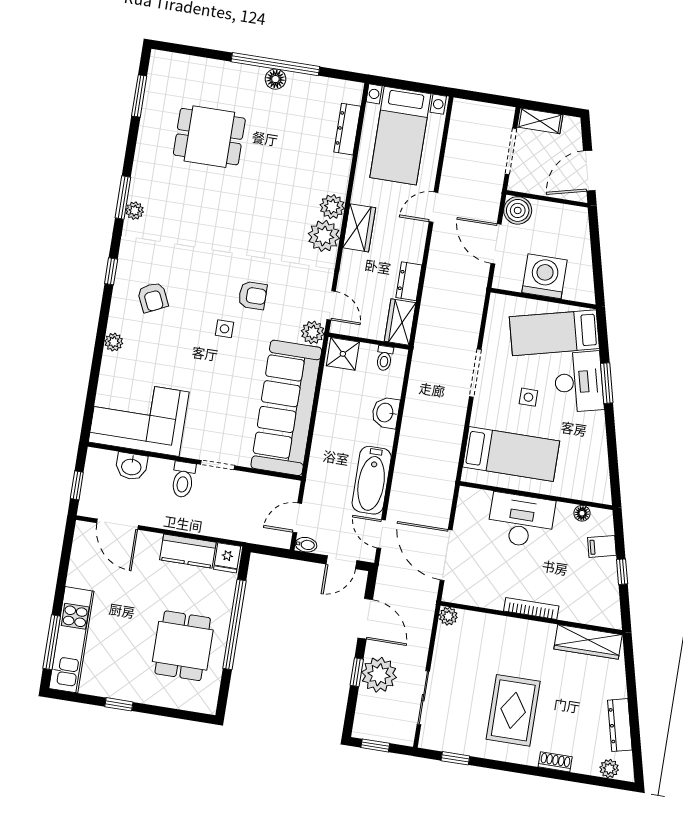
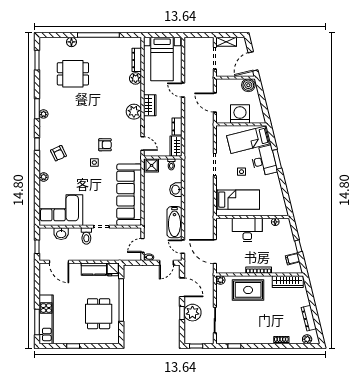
floor lamp: (275, 79) -> (71, 42), moved
plant: (332, 207) -> (136, 78), moved
door: (434, 207) -> (183, 90), hinge flipped
boiler: (518, 210) -> (248, 85), moved
plant: (313, 332) -> (136, 158), removed
filing cabinet: (602, 546) -> (293, 259), moved
rug: (513, 710) -> (248, 290), moved, turned 90

